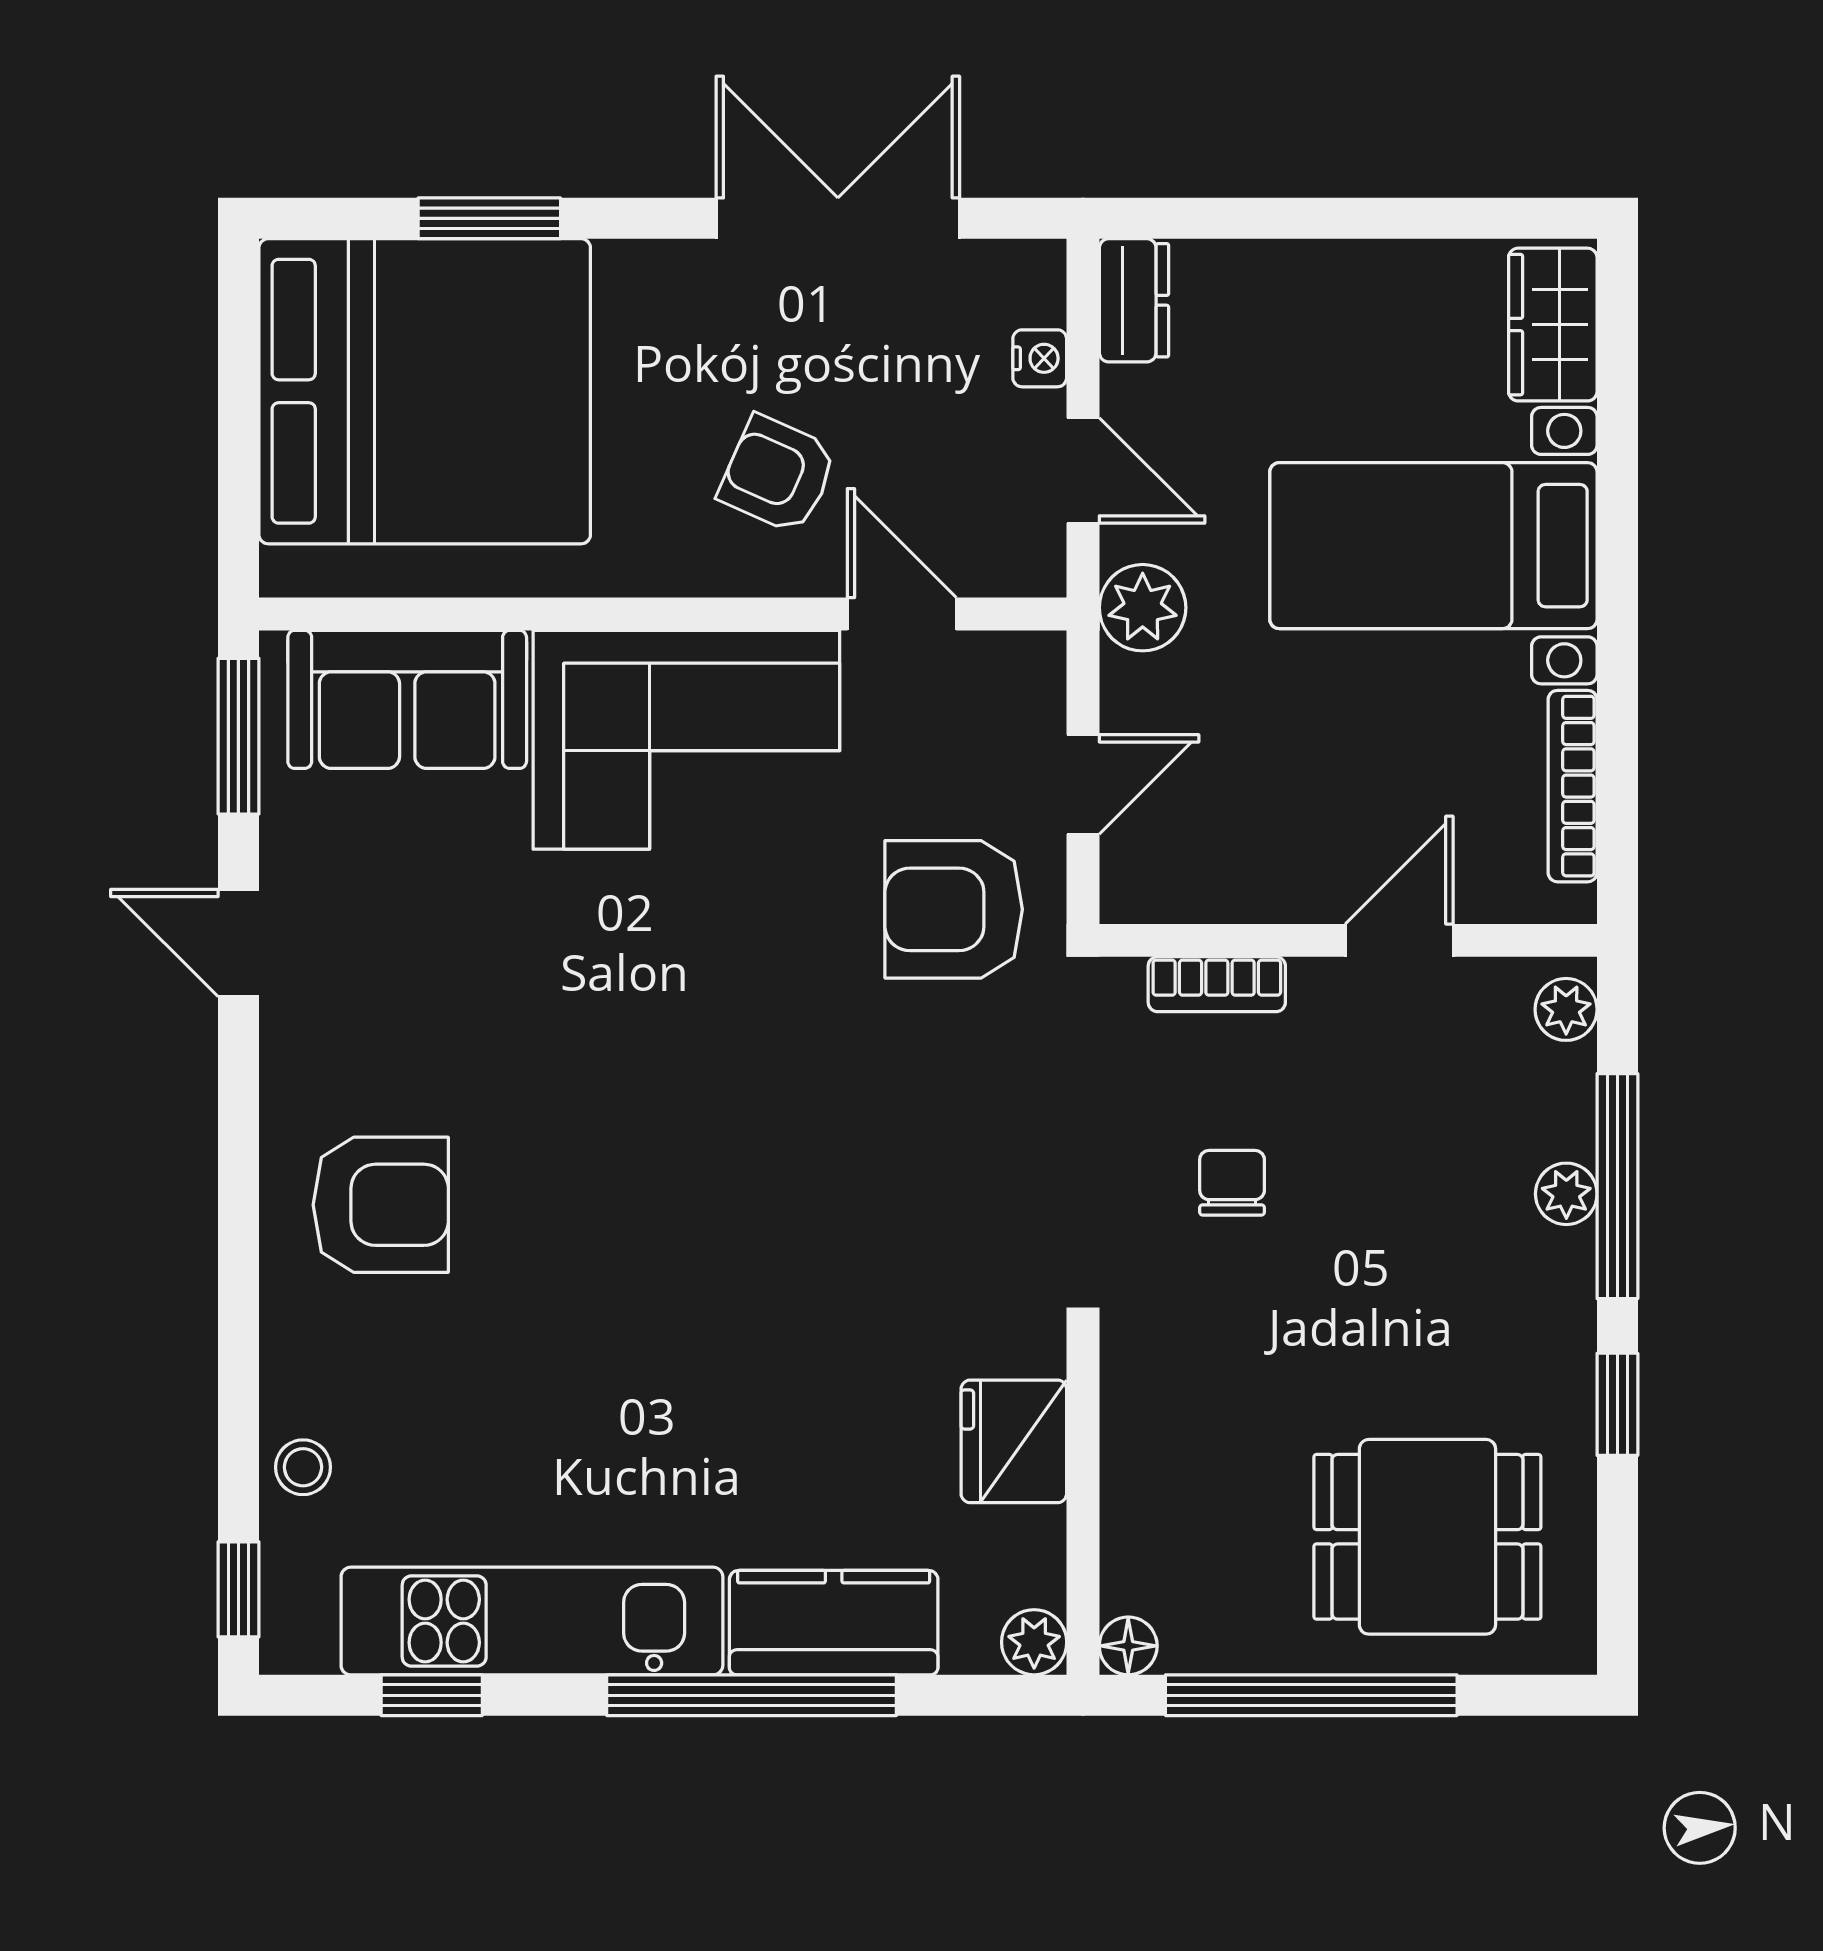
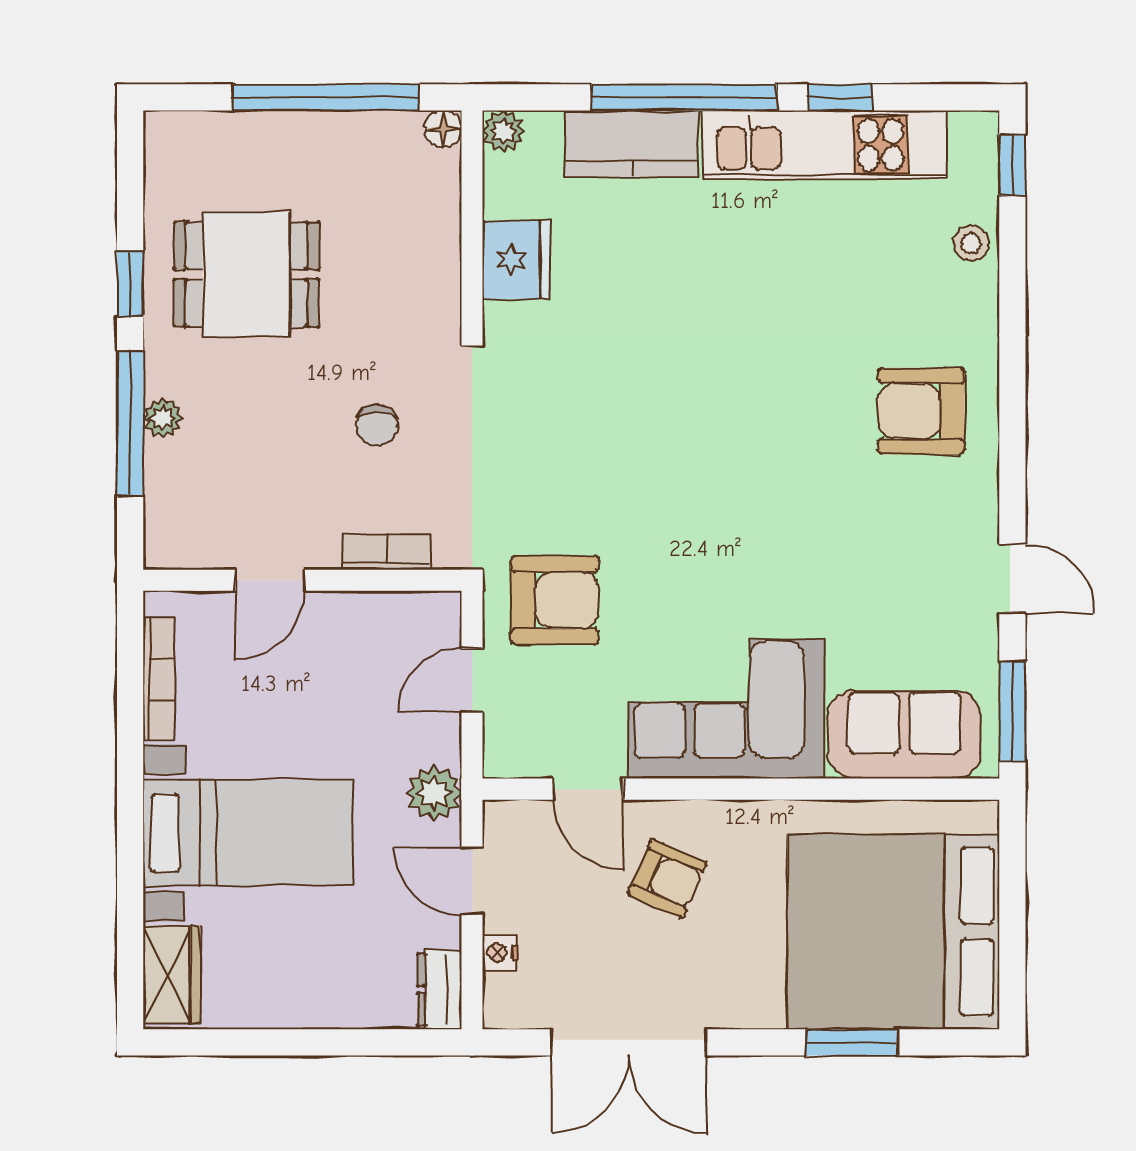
plant: (1566, 1009) -> (163, 536), removed
dining table: (1427, 1537) -> (246, 274), moved
window: (432, 1695) -> (840, 97), moved

